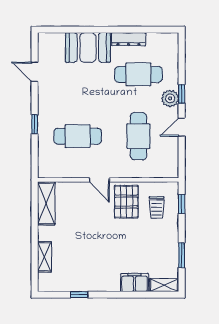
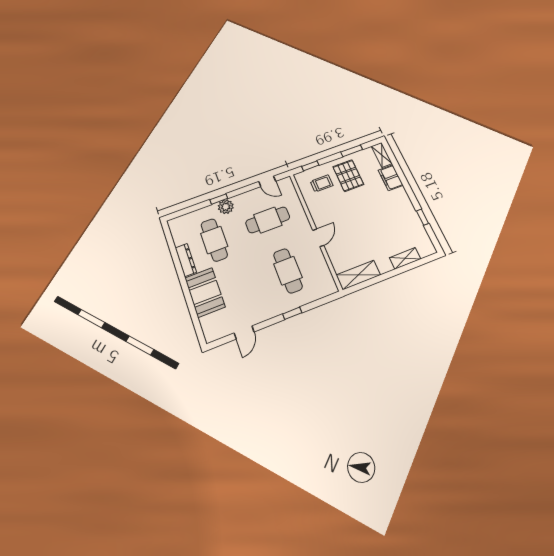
door: (182, 127) -> (267, 181), moved
pallet: (126, 202) -> (348, 176), moved, turned 90

